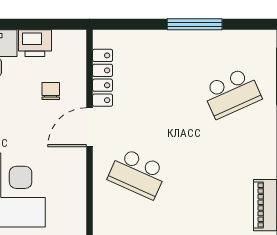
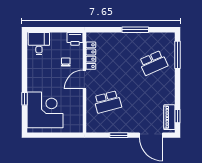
printer: (35, 43) -> (75, 39), moved
school desk: (137, 174) -> (108, 102), turned -39

